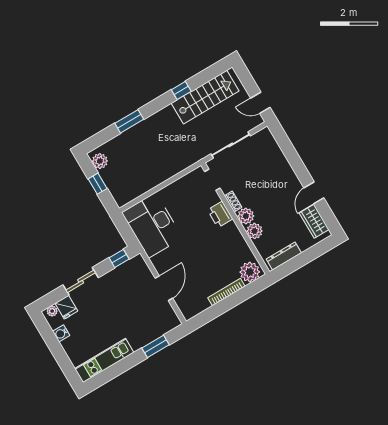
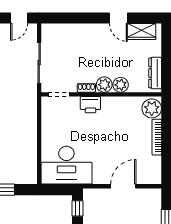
door: (164, 288) -> (123, 186), hinge flipped

